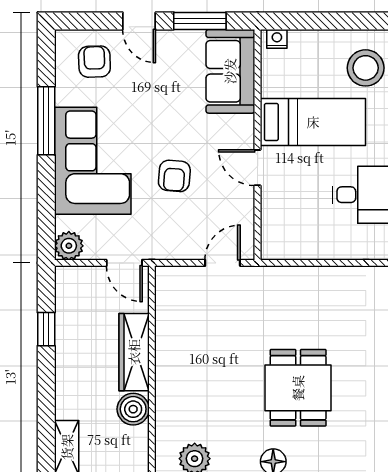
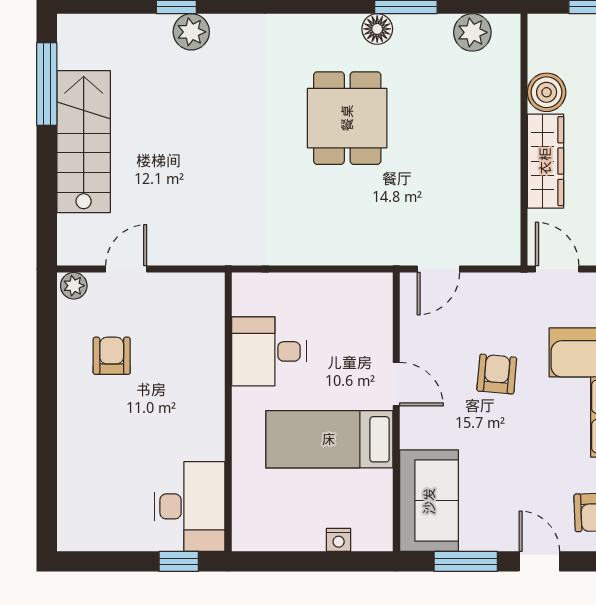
nightstand: (277, 39) -> (339, 540), moved
stool: (366, 68) -> (266, 505), removed

